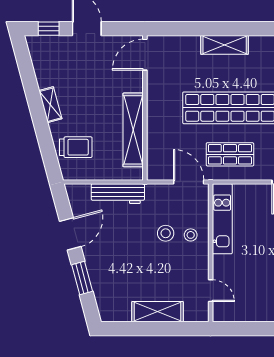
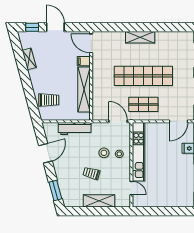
door: (145, 55) -> (91, 43), hinge flipped
filing cabinet: (133, 84) -> (84, 61), added
shelving: (50, 105) -> (29, 59), moved
kitchen unit: (222, 219) -> (139, 152), width x1.36
trolley: (145, 267) -> (91, 173), added
window: (82, 278) -> (55, 191), moved

